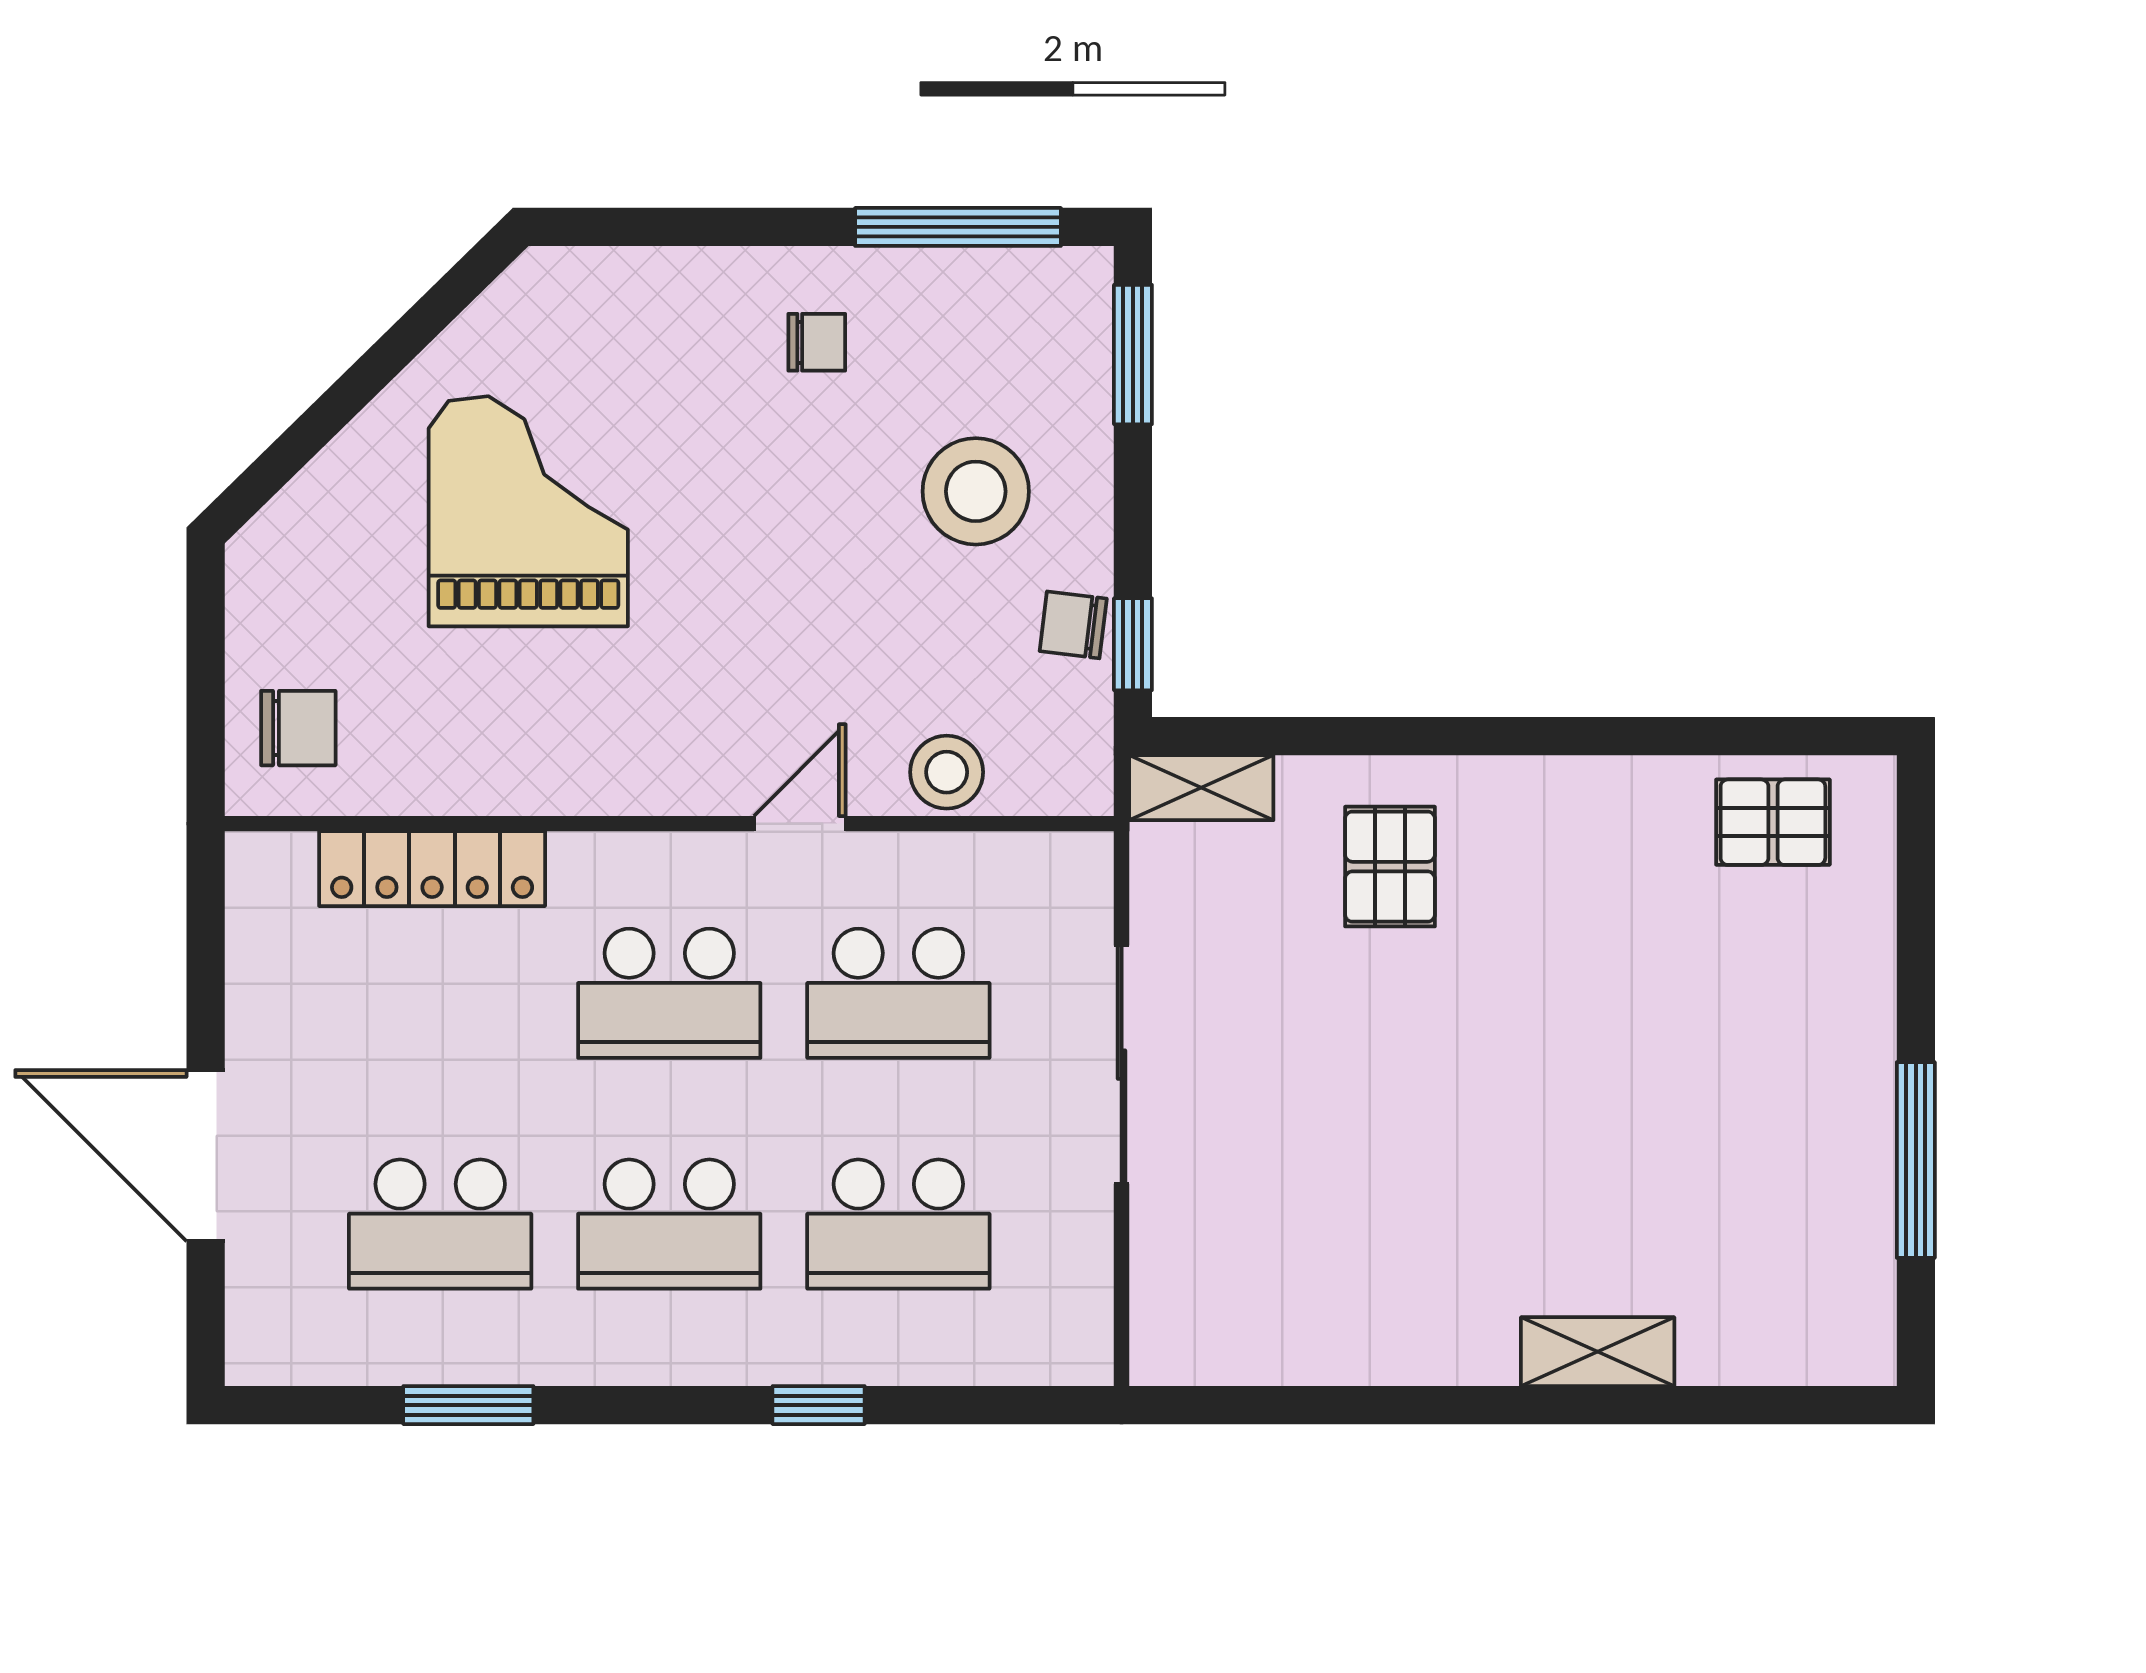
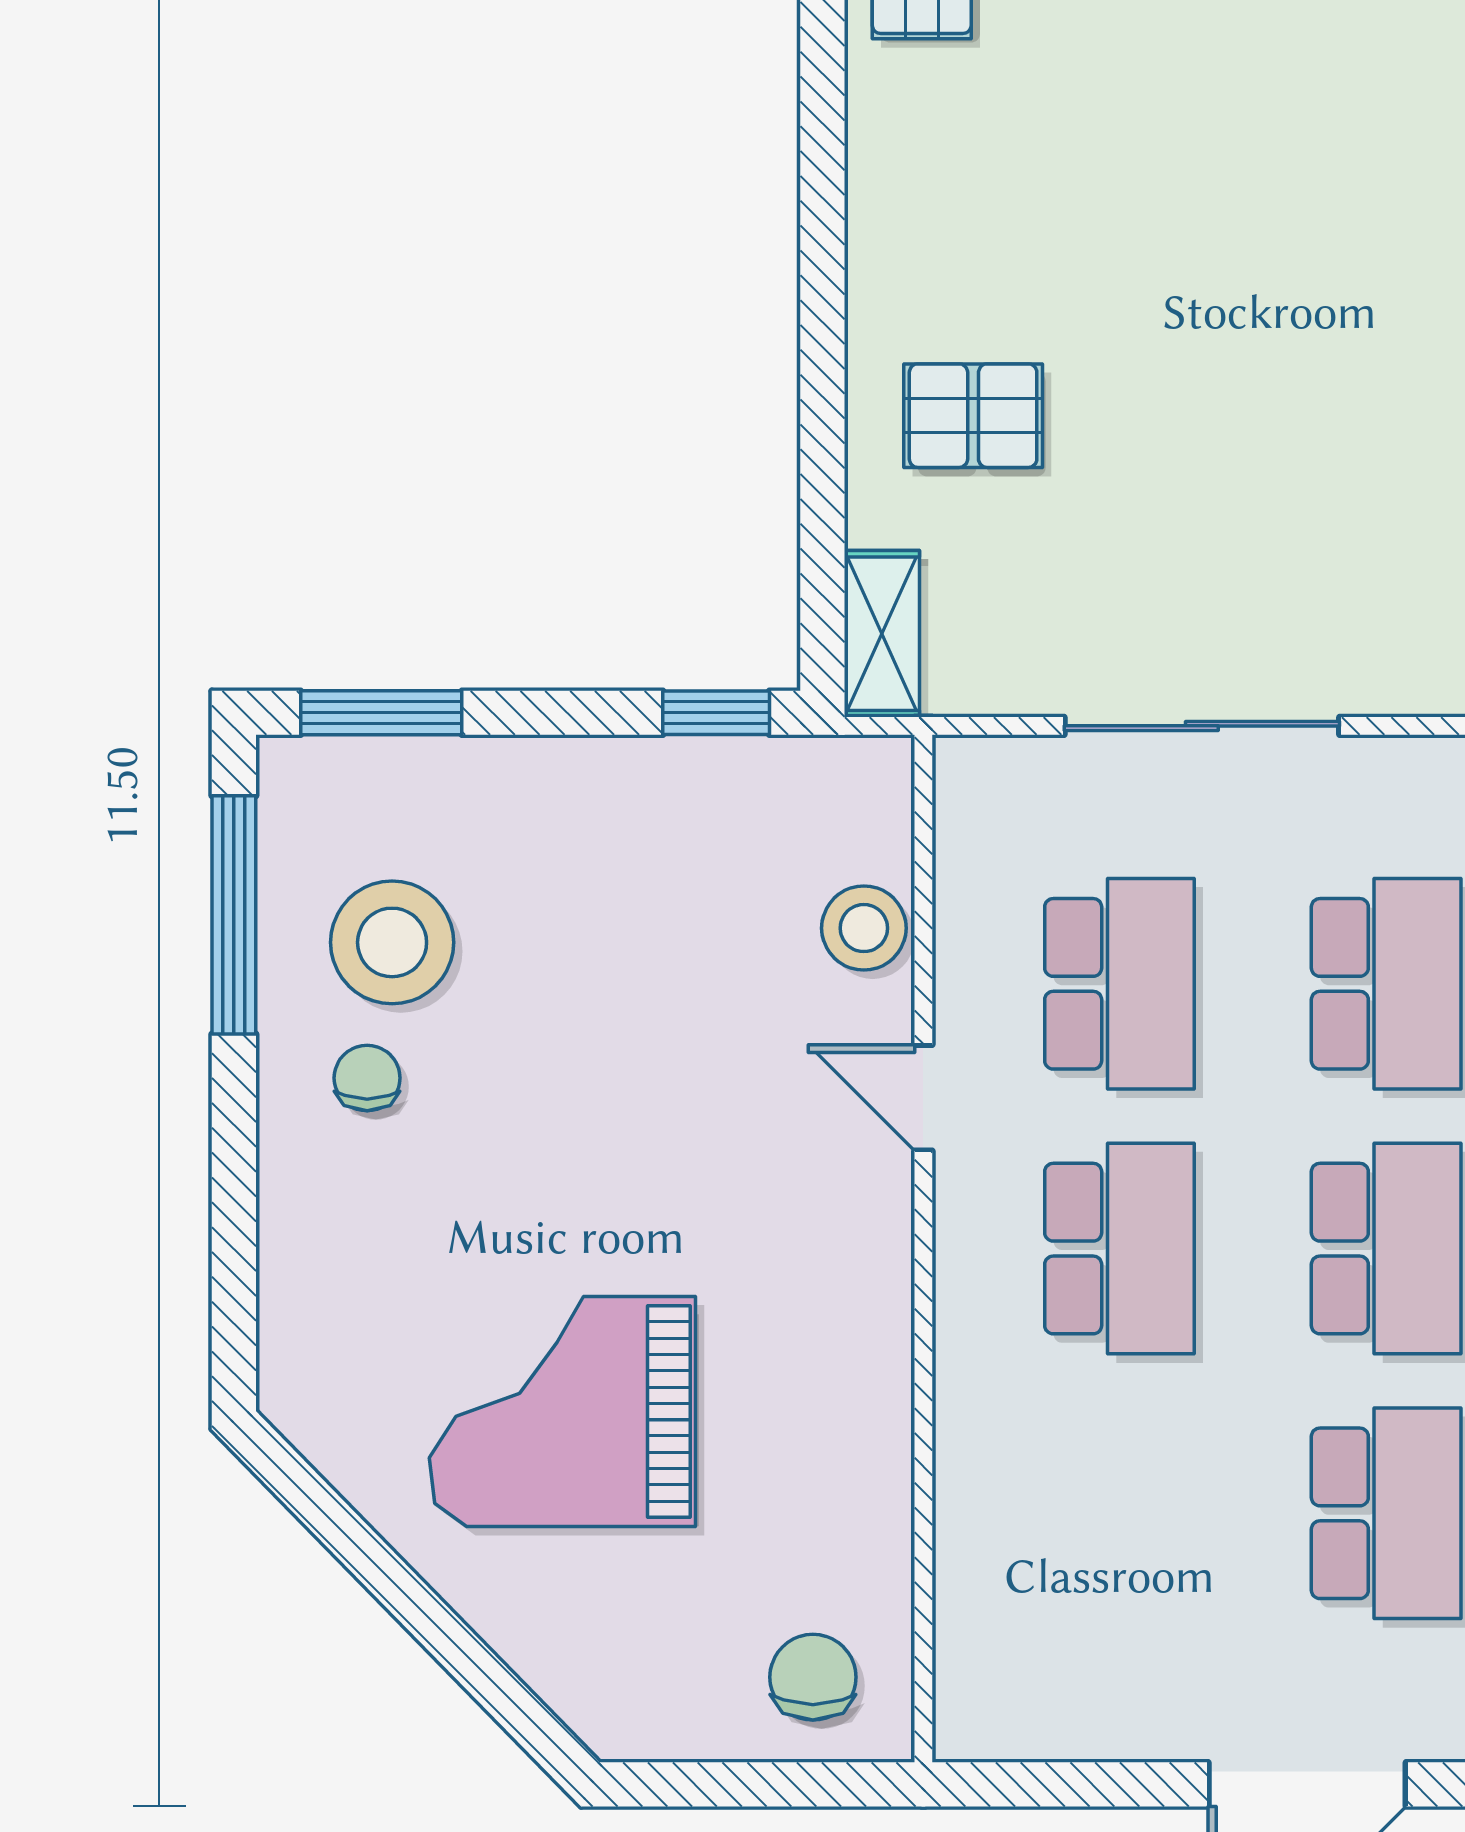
stool: (976, 491) -> (392, 942), moved
chair: (1073, 625) -> (694, 782), removed
locker: (432, 869) -> (975, 1523), removed

